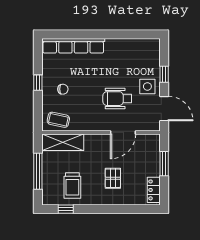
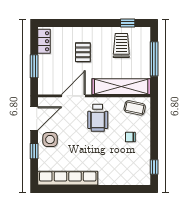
row of seats: (73, 46) -> (68, 178), moved
window: (38, 83) -> (154, 167), moved
wheelchair: (117, 99) -> (98, 118), moved, turned 90
door: (164, 109) -> (34, 119), swing flipped
shelving: (63, 142) -> (121, 87), width x1.47

